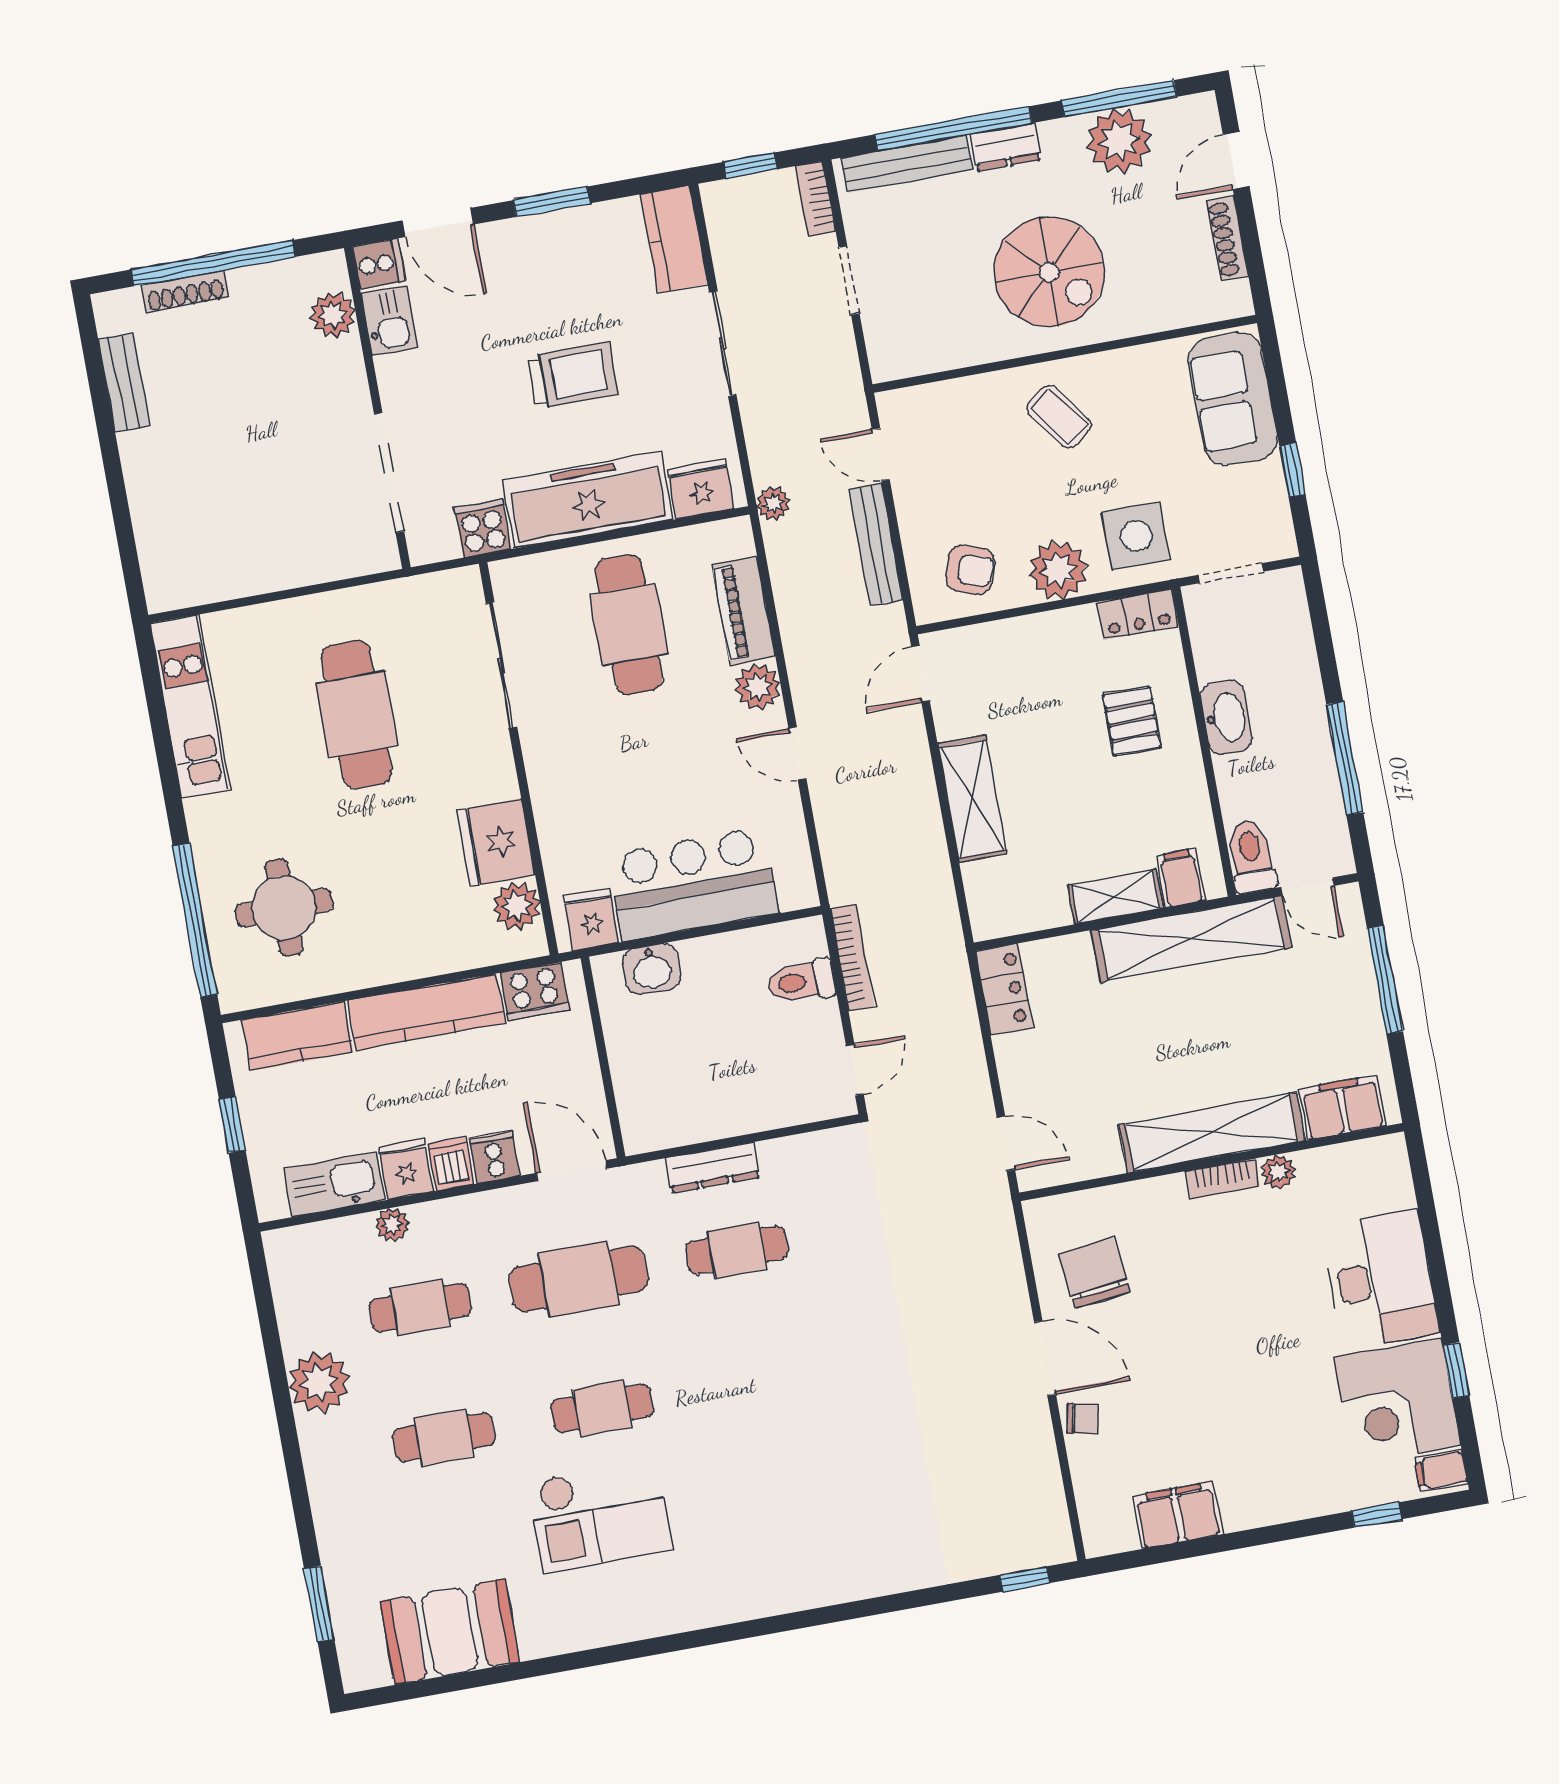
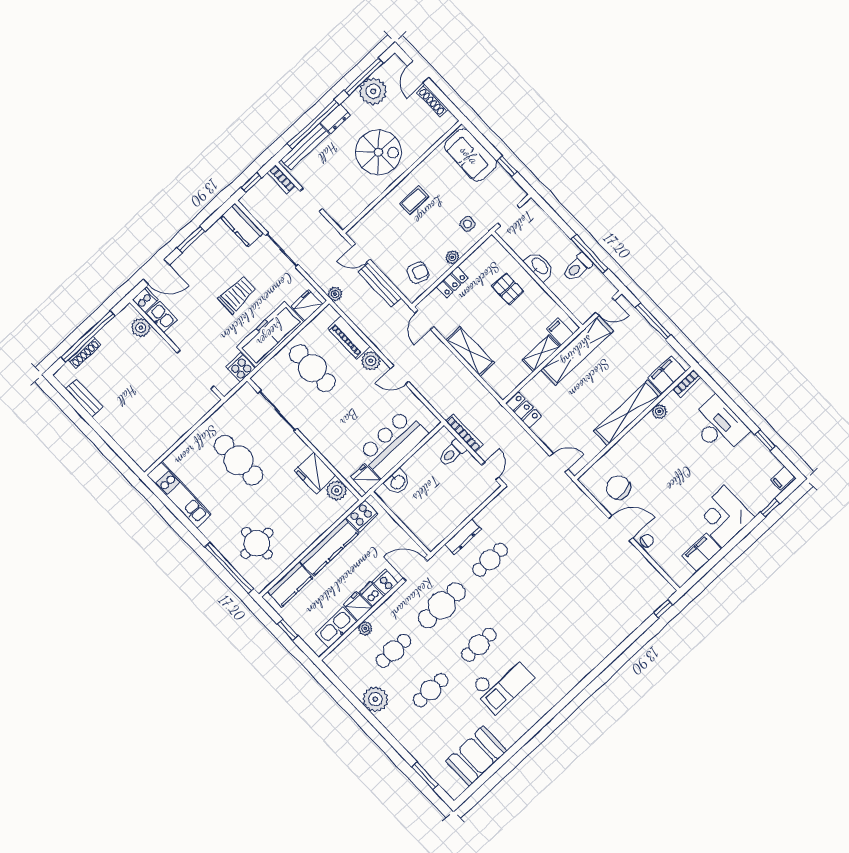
coffee table: (1059, 417) -> (414, 200), turned -53
side table: (1136, 536) -> (468, 224), width x0.54, depth x0.54
plant: (1058, 570) -> (452, 257), width x0.53, depth x0.53
locker: (1138, 614) -> (452, 282), moved
toilet: (1251, 856) -> (577, 267), moved, turned -90
bookcase: (1223, 1179) -> (687, 383), moved
corner desk: (1397, 1401) -> (723, 516), moved, turned 90

